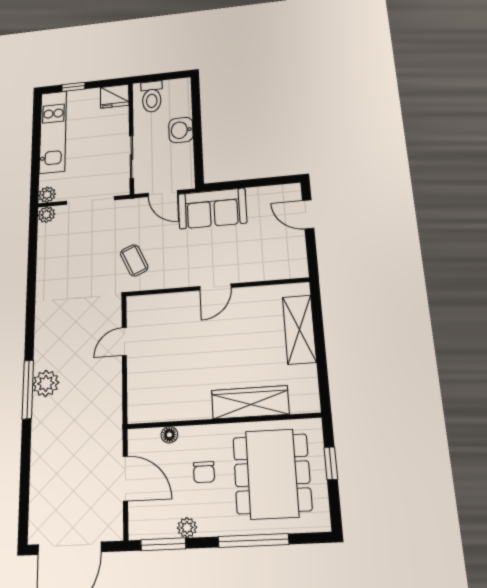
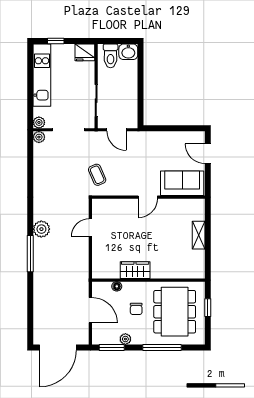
washbasin: (181, 130) -> (128, 52), moved, turned -90
sofa: (212, 208) -> (182, 183), moved, turned 180
shelving: (299, 329) -> (199, 235), width x0.67, depth x0.75
plant: (46, 383) -> (41, 229), moved
wardrobe: (250, 402) -> (135, 270), moved, width x0.67

